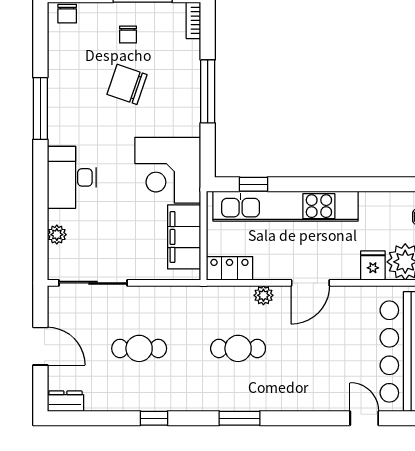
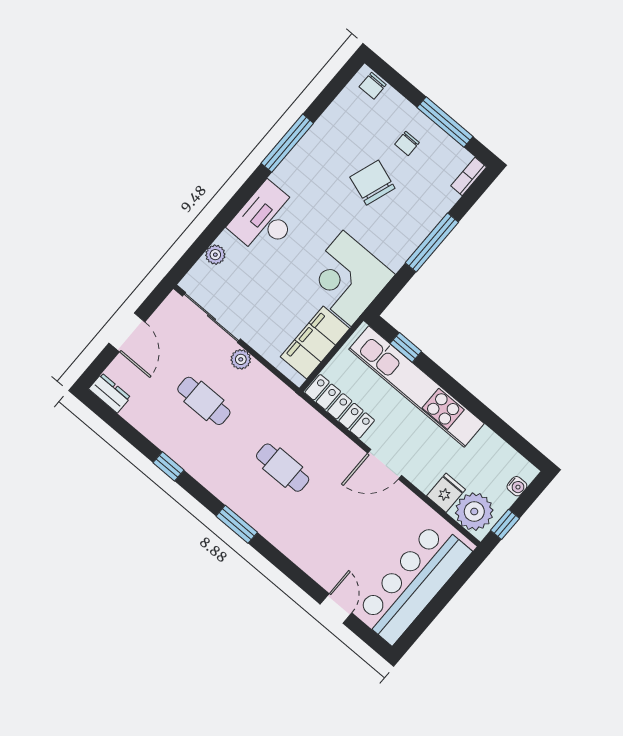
locker: (229, 268) -> (340, 406), width x1.53
plant: (263, 295) -> (241, 359), moved

